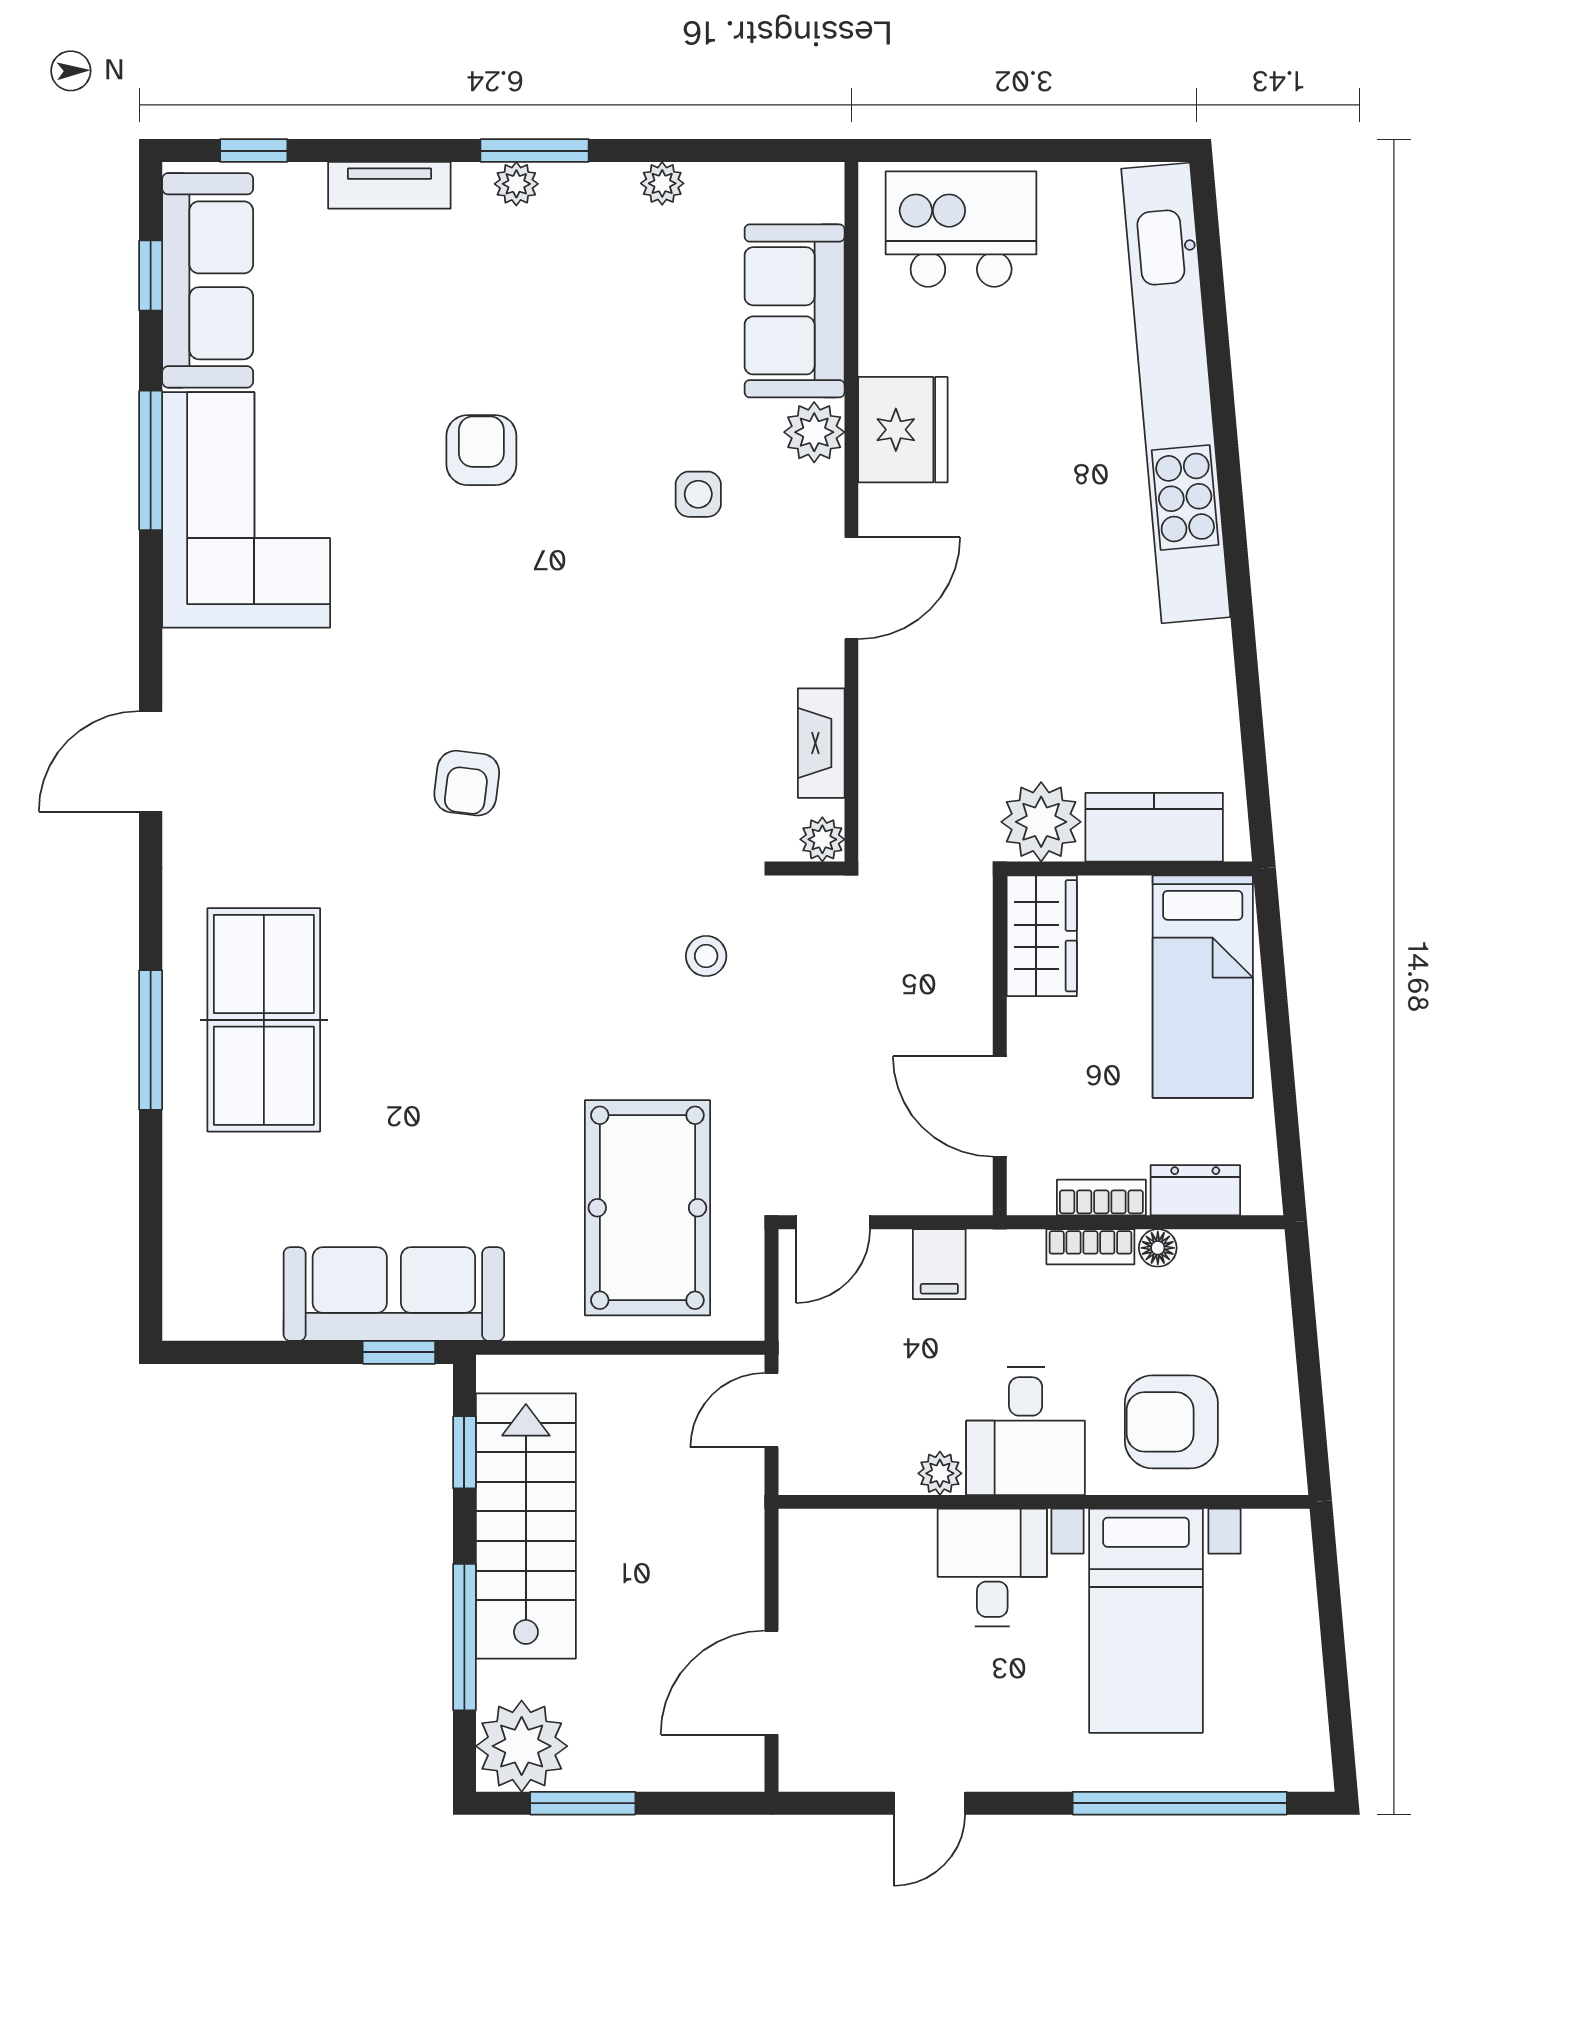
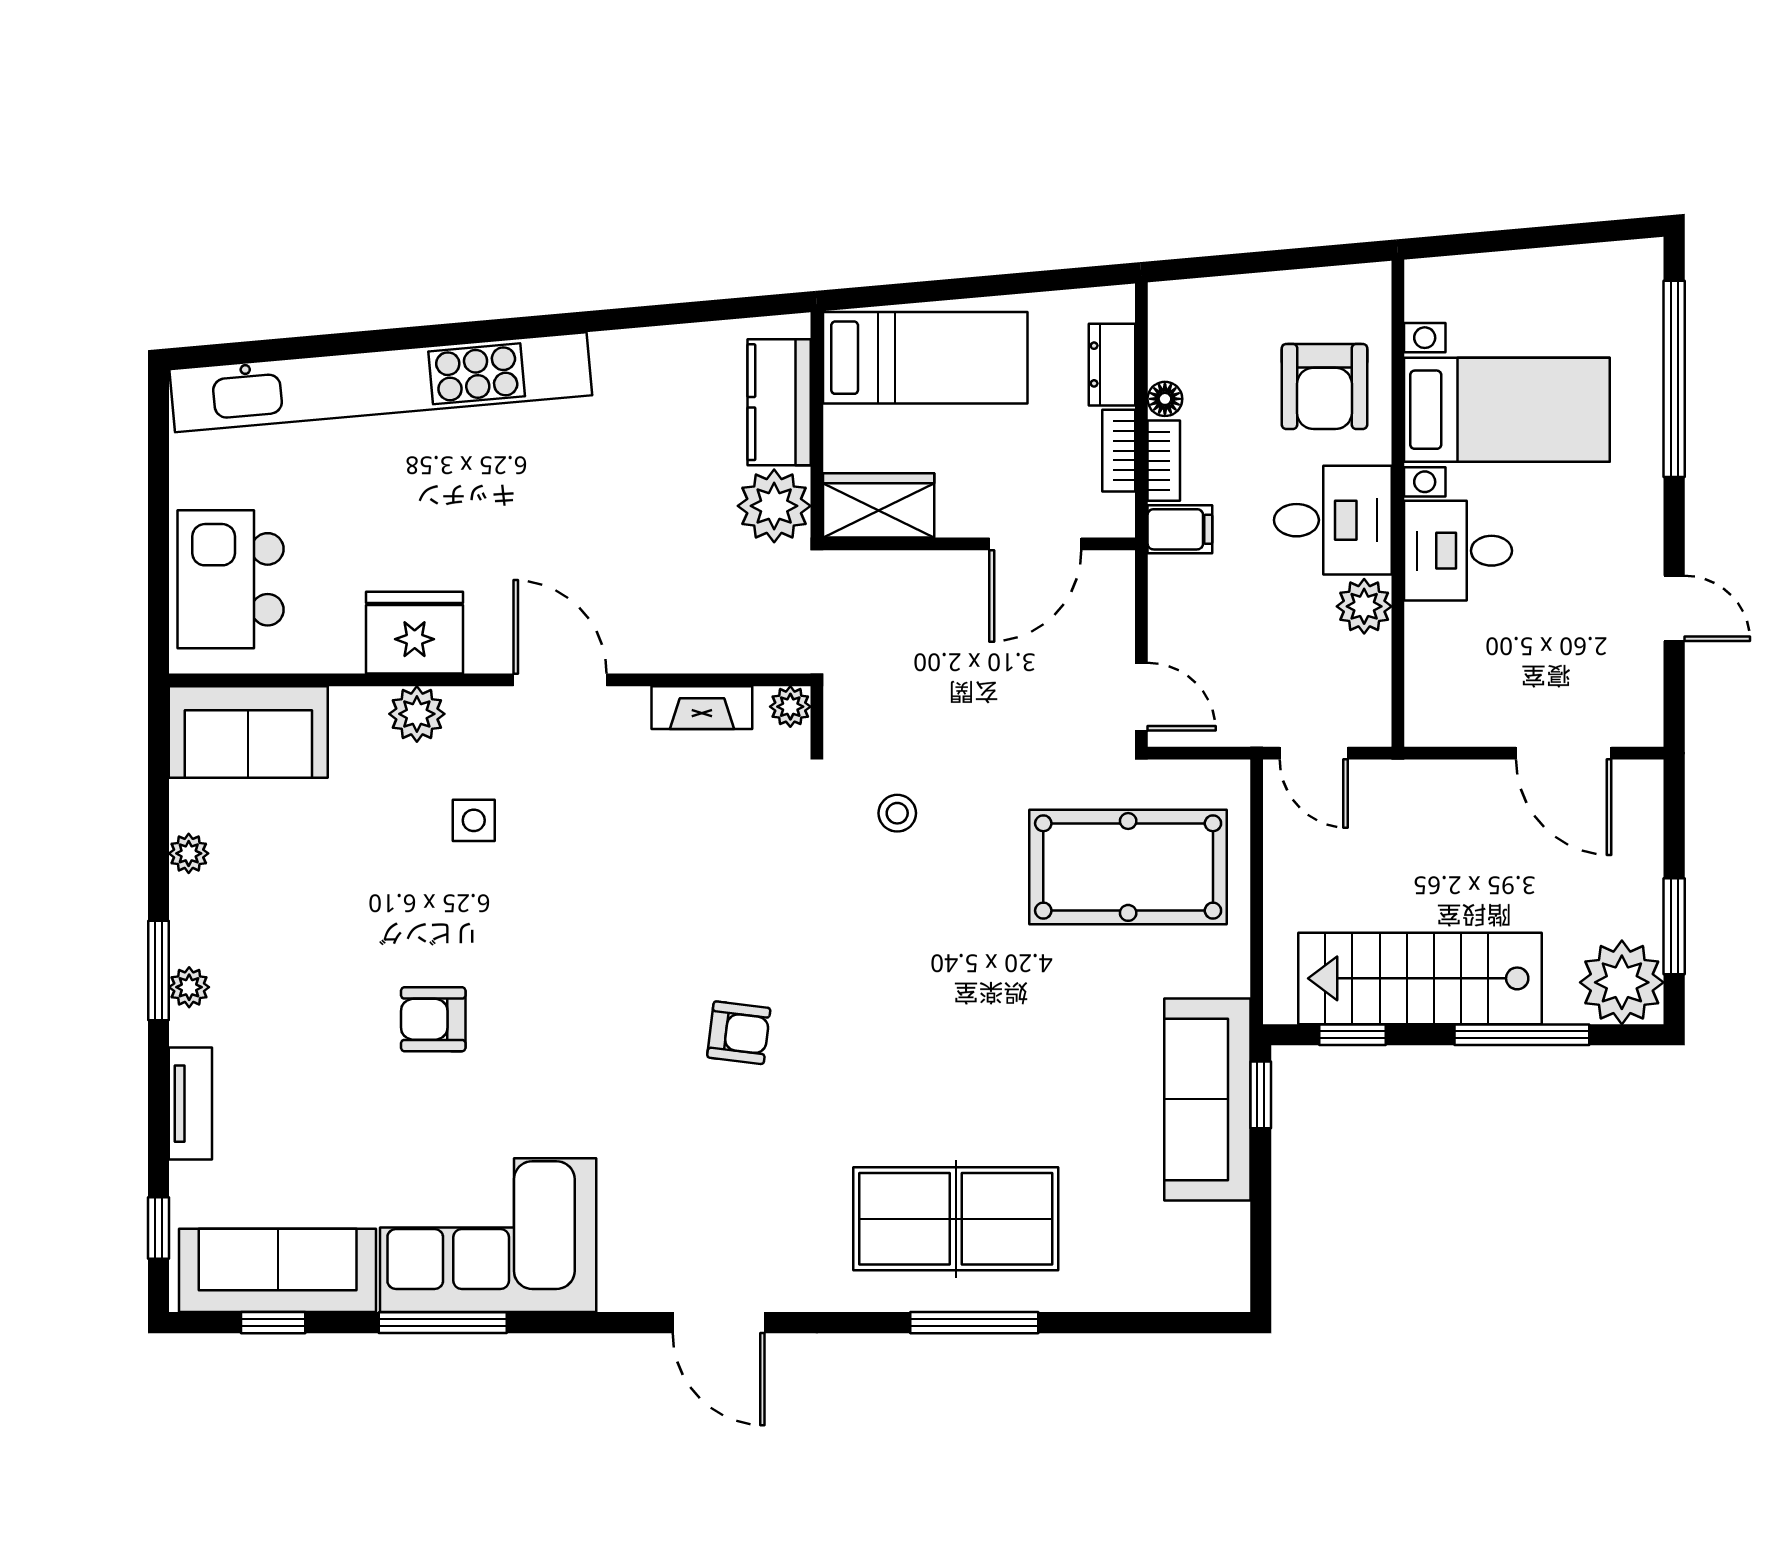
sofa: (795, 311) -> (248, 732), moved
filing cabinet: (939, 1264) -> (1180, 529), moved
plant: (940, 1473) -> (1364, 606), width x1.38, depth x1.38

